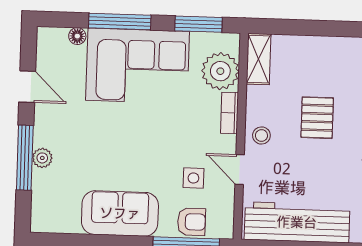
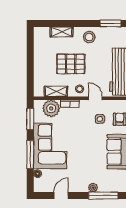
shelving: (259, 59) -> (56, 91), moved
pallet: (317, 118) -> (71, 64), width x1.50, depth x1.42
window: (25, 158) -> (103, 195), moved
door: (240, 169) -> (95, 98), swing flipped

